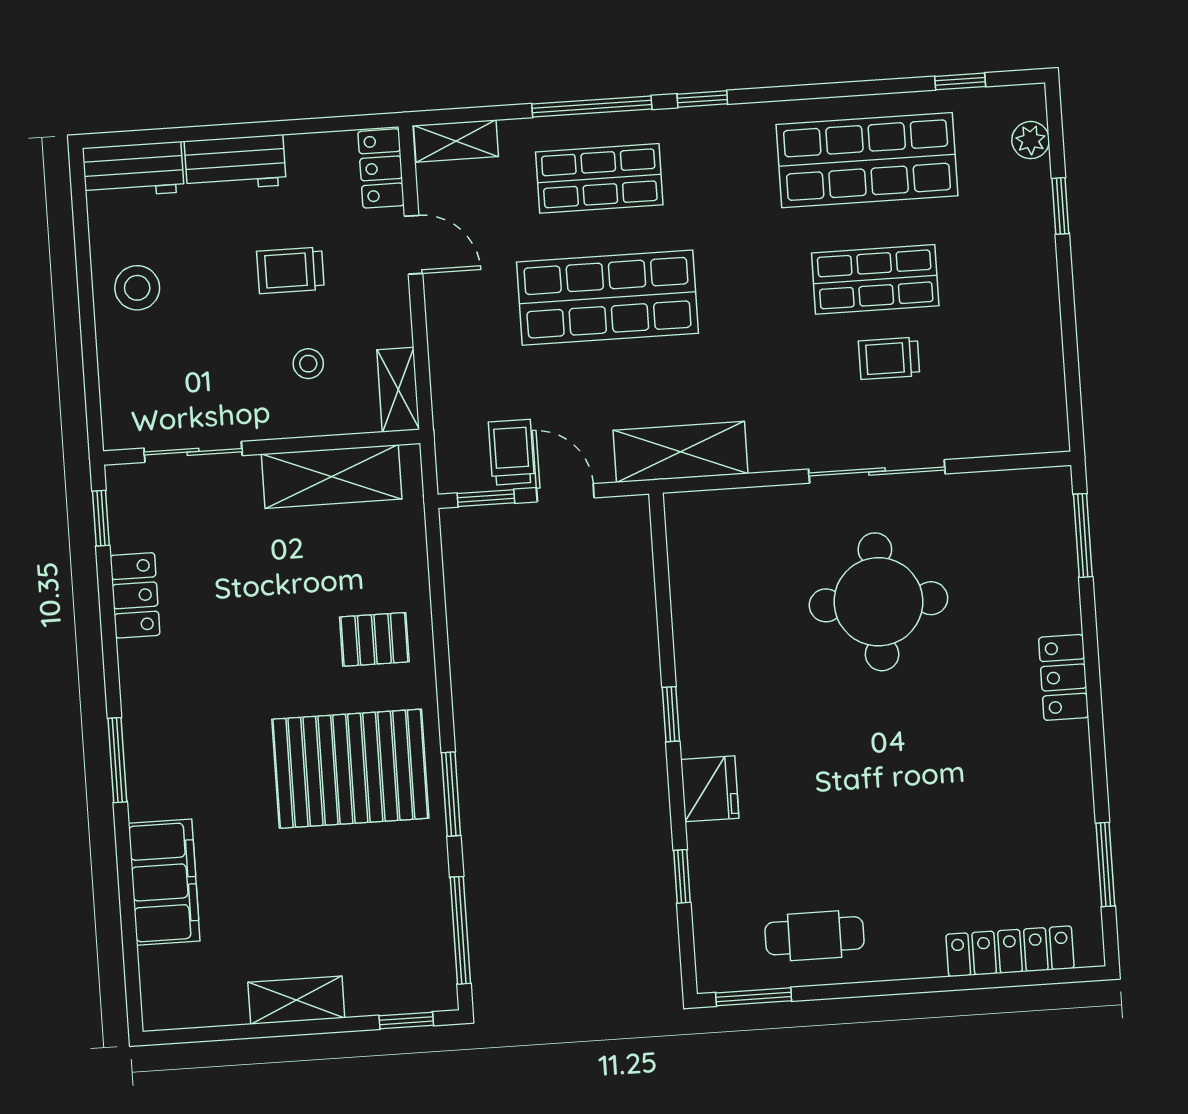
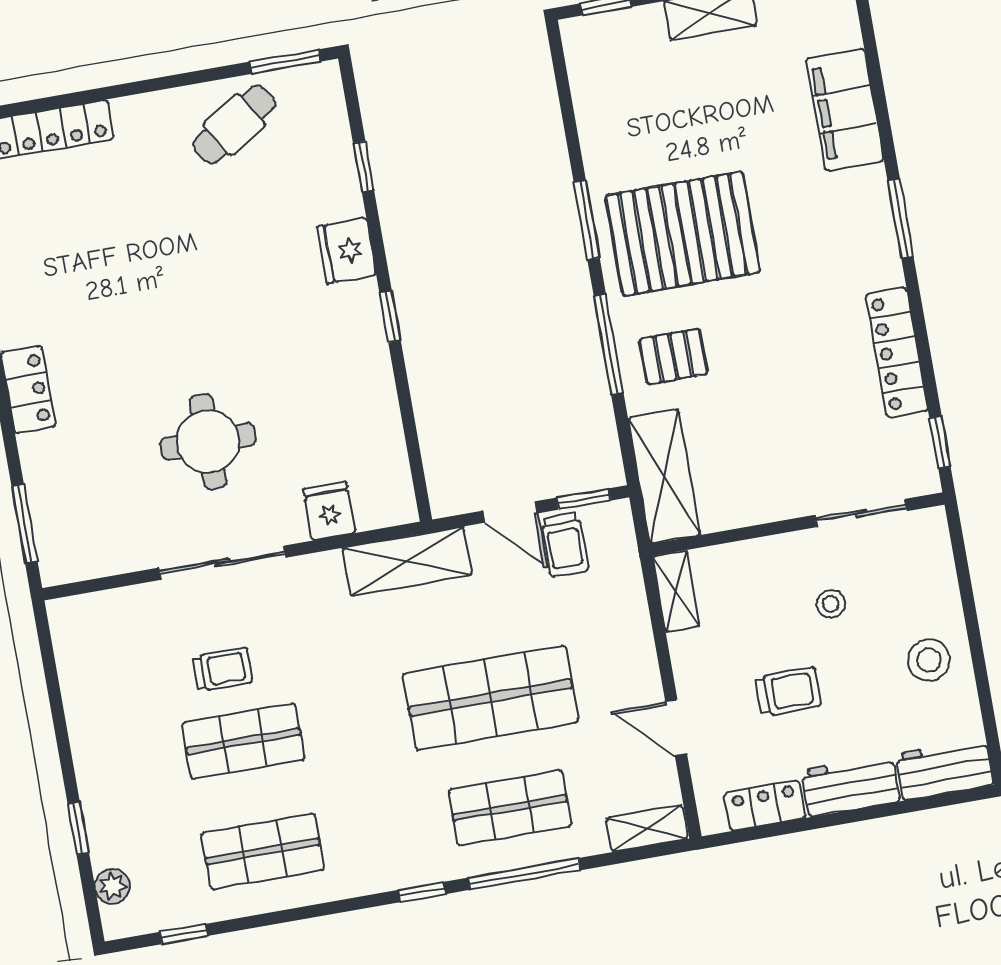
shop shelf: (867, 160) -> (263, 851), width x0.70, depth x0.74
locker: (381, 168) -> (765, 806), moved, turned -90
stool: (308, 364) -> (831, 604), moved
shelving: (332, 476) -> (664, 476), moved, turned 90
fridge: (758, 514) -> (329, 511), added
locker: (135, 595) -> (897, 352), width x1.53
round table: (878, 602) -> (208, 442), width x0.73, depth x0.73
window: (460, 930) -> (609, 344), moved
cafe table: (815, 936) -> (234, 125), turned -33

